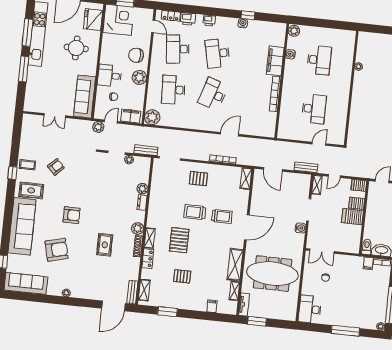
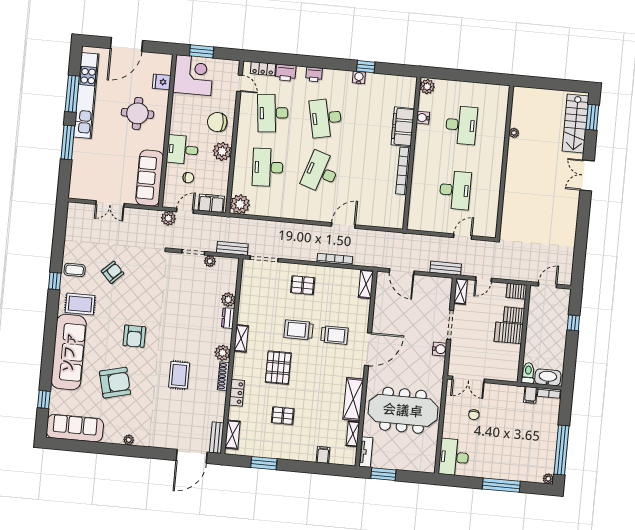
fridge: (93, 20) -> (162, 82), width x0.53, depth x0.75
armchair: (72, 215) -> (134, 336), turned 90
shelving: (150, 238) -> (241, 338), moved

